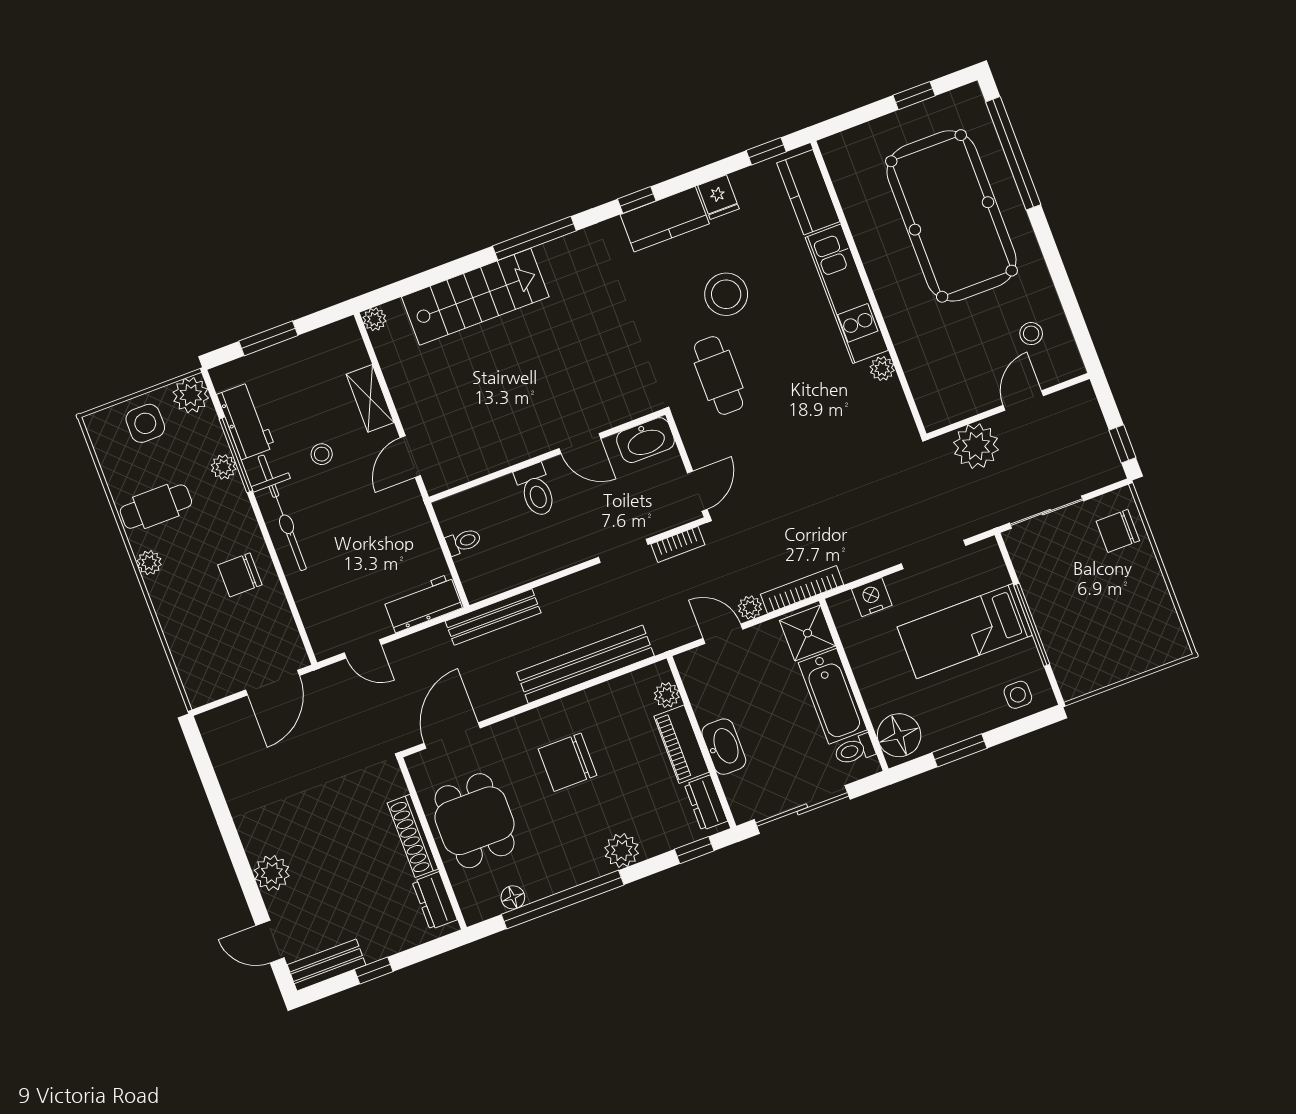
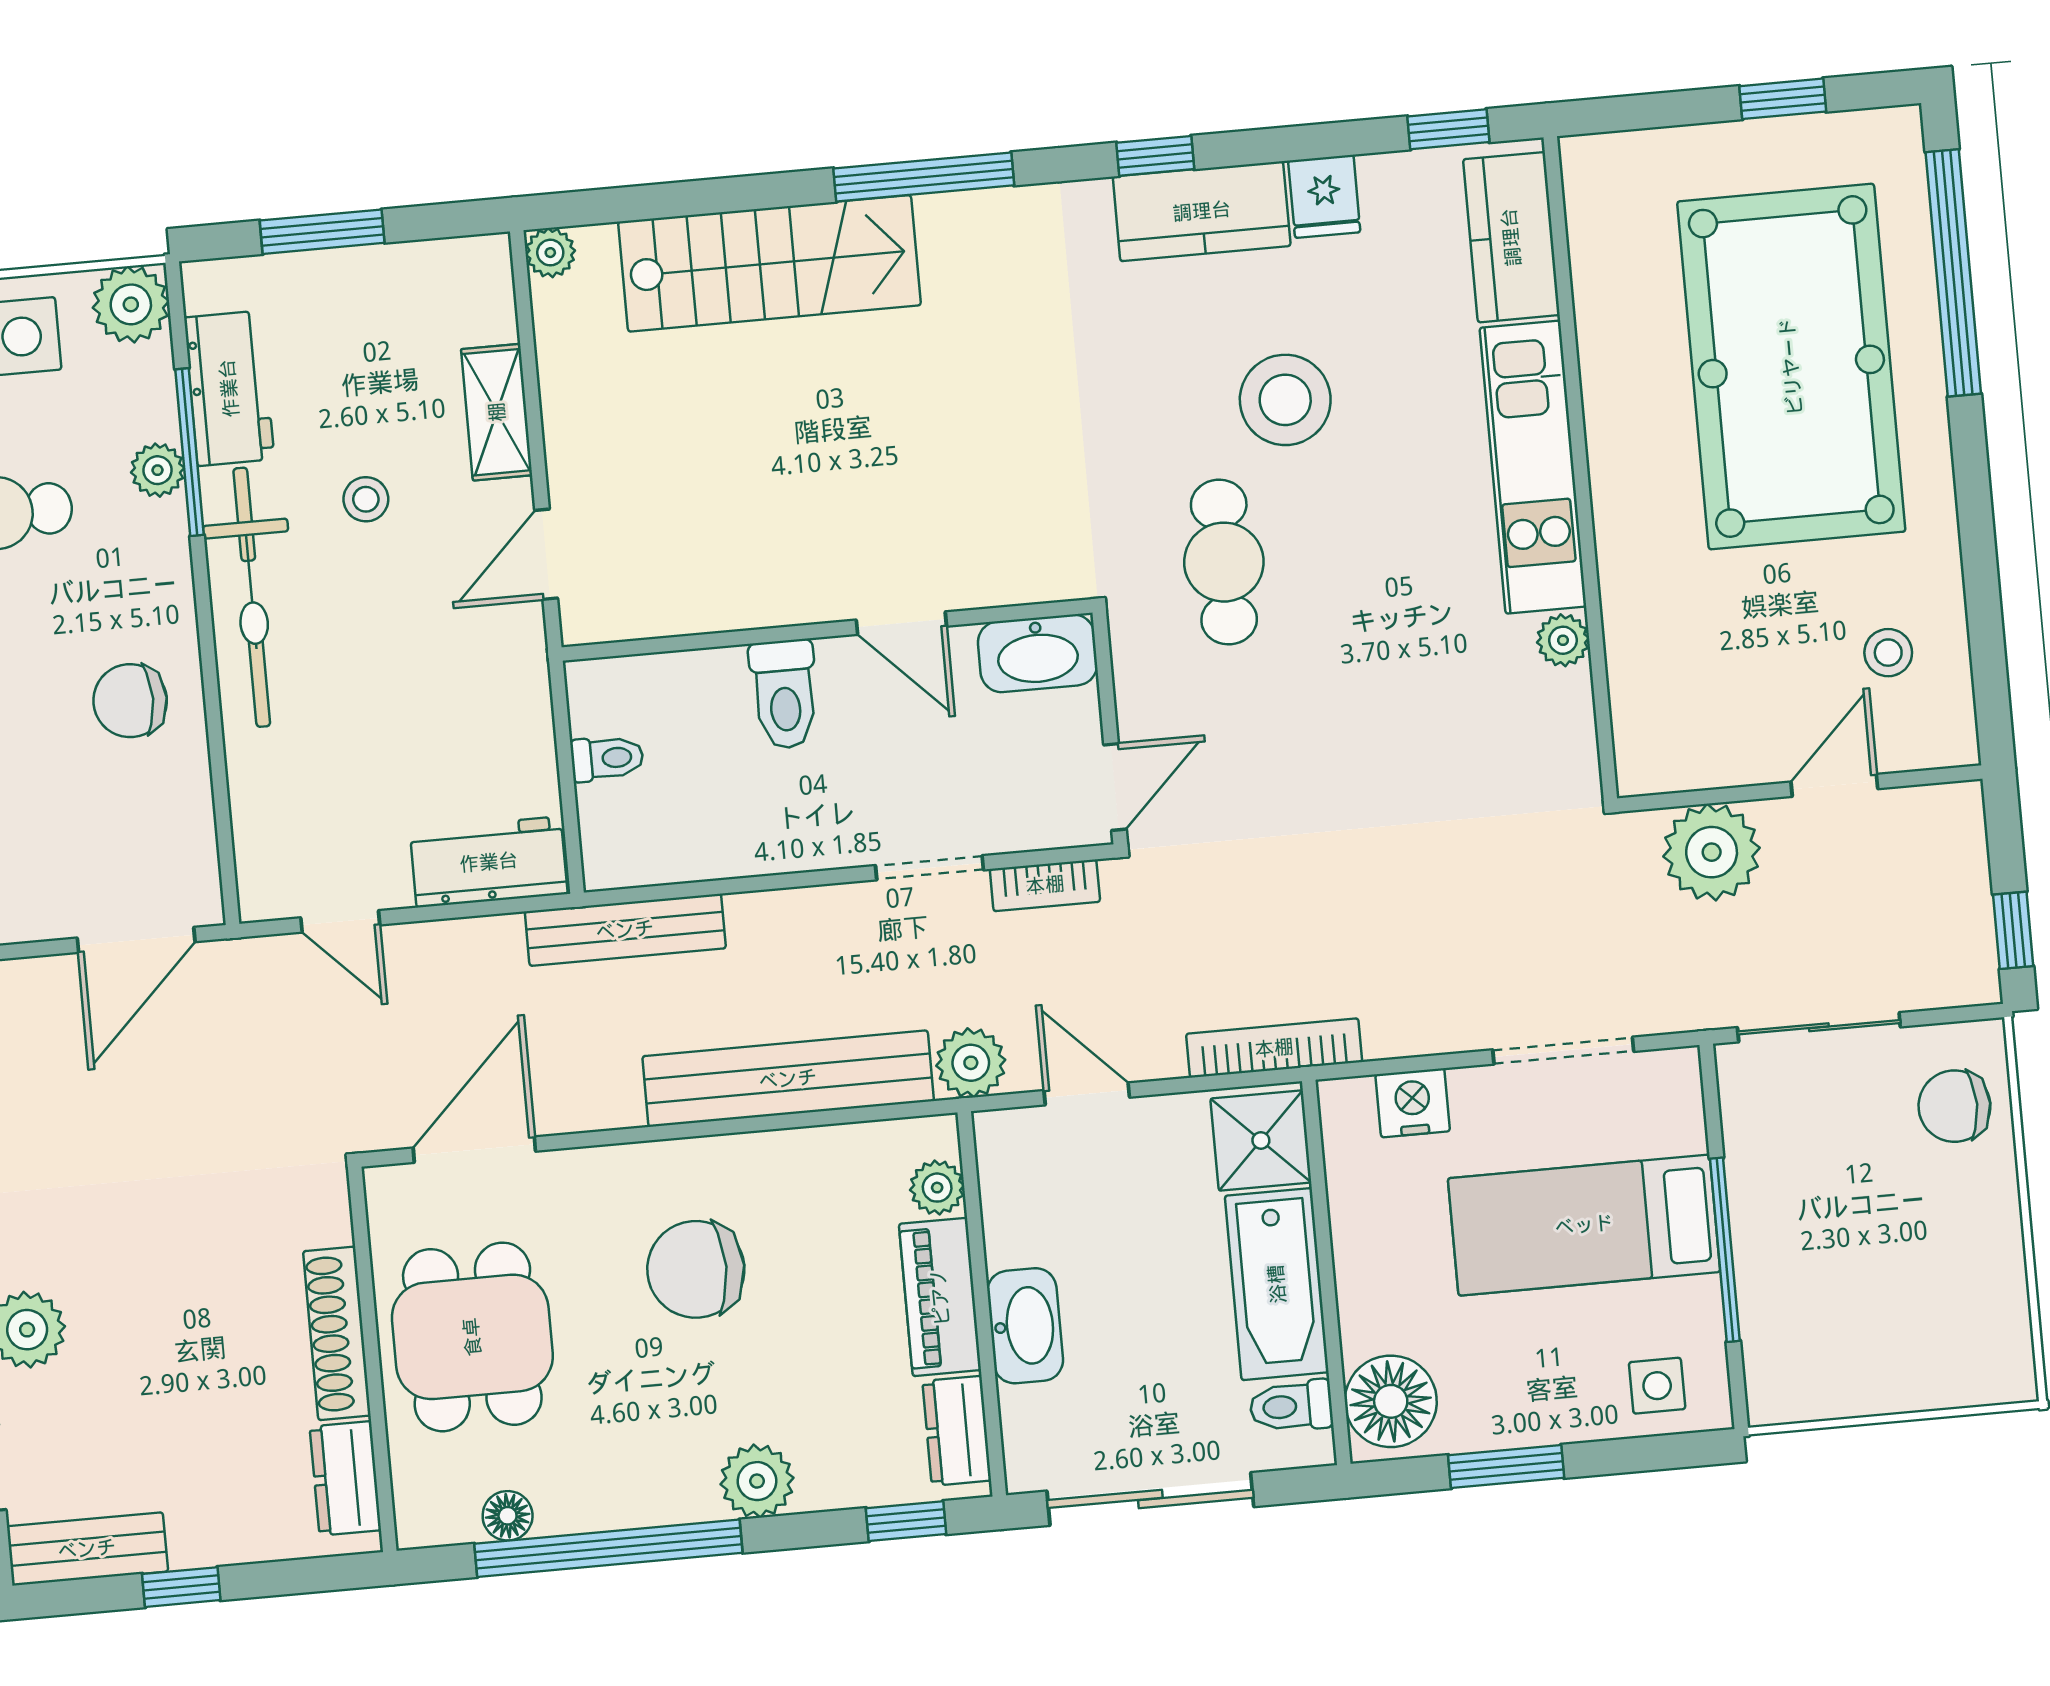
plant: (750, 607) -> (971, 1063), moved, width x1.38, depth x1.38

